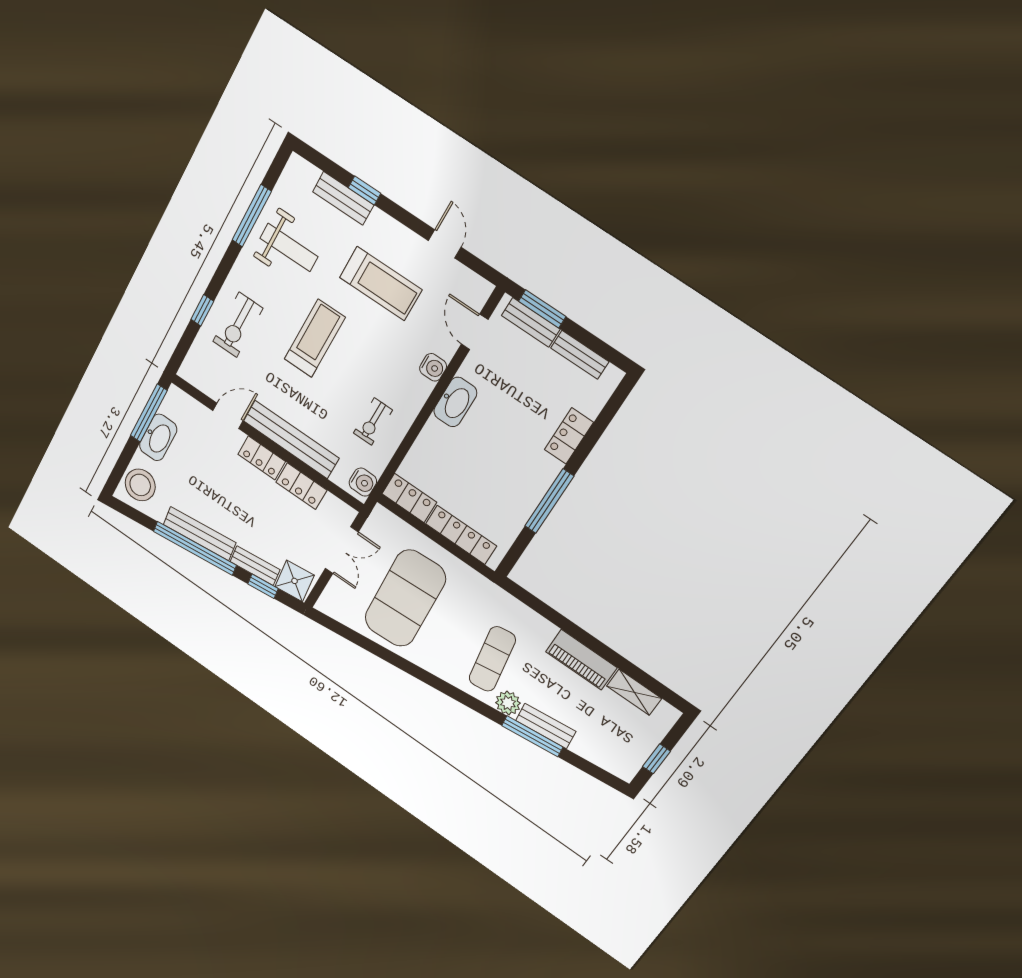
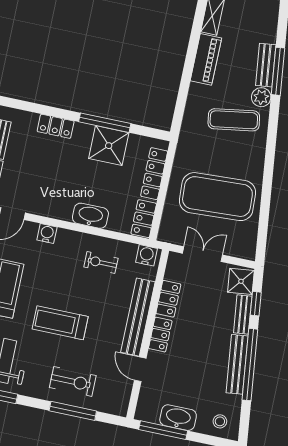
window: (202, 310) -> (73, 411), width x2.17
washbasin: (455, 402) -> (90, 216), moved
exercise bike: (373, 422) -> (101, 263), turned 180
stool: (140, 485) -> (220, 421), width x0.53, depth x0.53
shower: (518, 494) -> (109, 146), added

